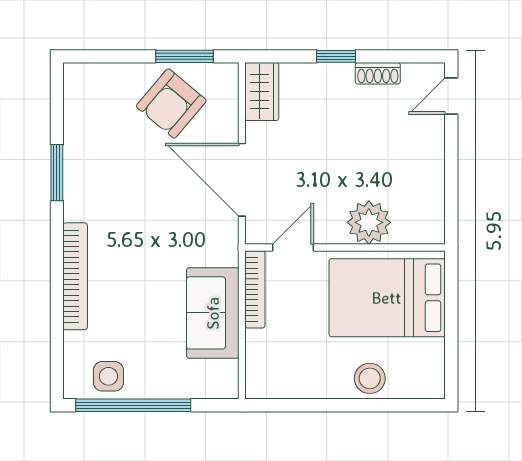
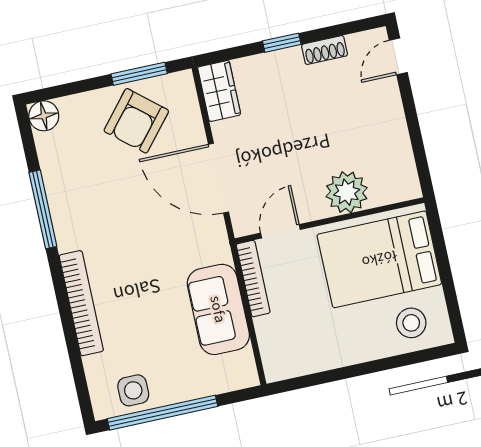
floor lamp: (78, 78) -> (44, 116), added
window: (57, 173) -> (43, 209), width x1.44
stool: (370, 378) -> (411, 323), moved

